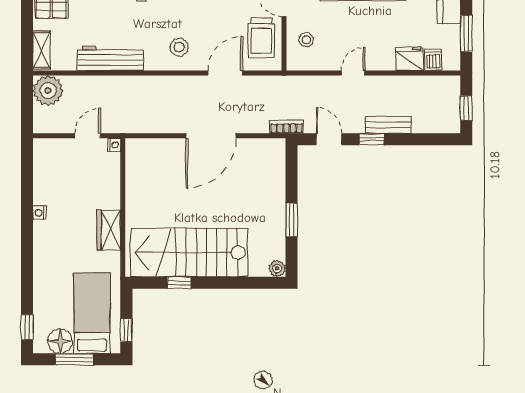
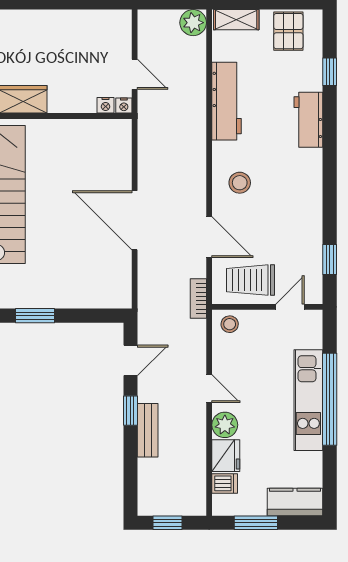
stool: (306, 40) -> (230, 324), moved
plant: (384, 60) -> (225, 425), added
plant: (48, 90) -> (193, 23), width x0.73, depth x0.73
bookcase: (286, 127) -> (198, 299), moved, turned 180
nightstand: (40, 213) -> (106, 105), moved, turned 180

